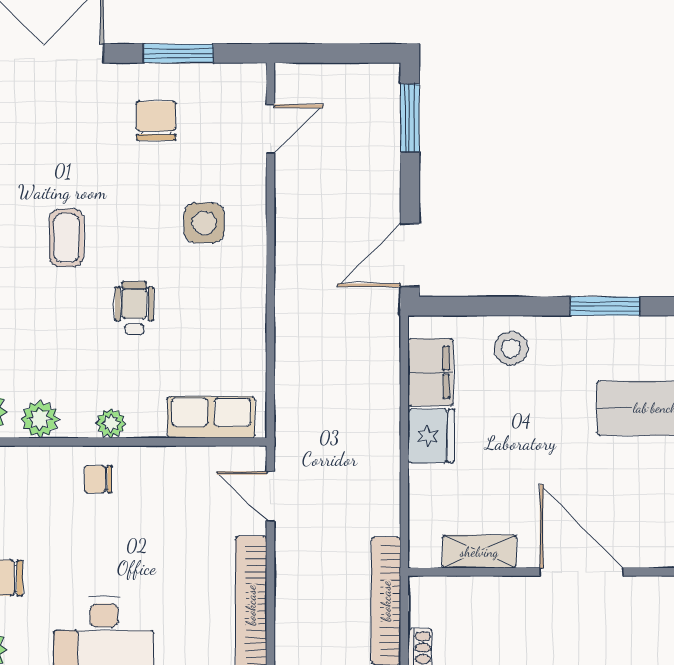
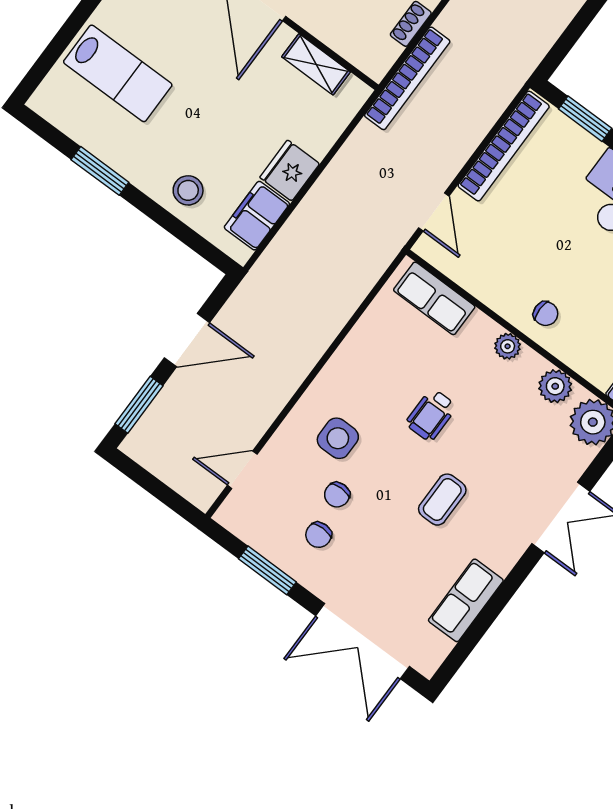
chair: (156, 121) -> (318, 535), width x0.73, depth x0.73
chair: (166, 170) -> (337, 495), added
door: (410, 255) -> (187, 340), moved

